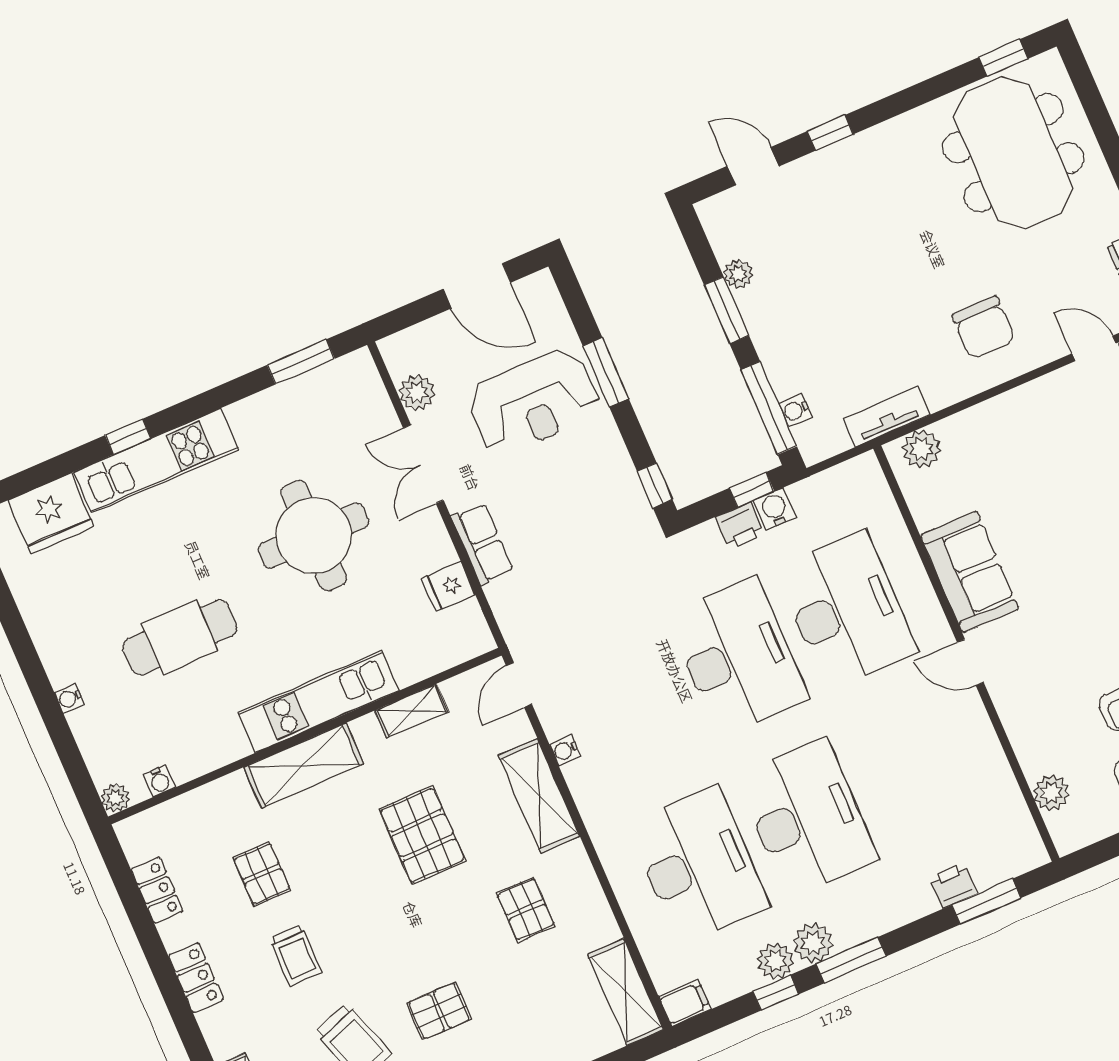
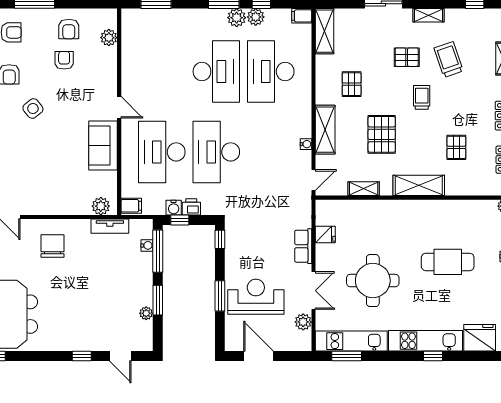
filing cabinet: (861, 476) -> (131, 206), added
kitchen unit: (318, 702) -> (351, 341), moved, turned 180
water cooler: (159, 781) -> (483, 205), removed
desk: (807, 818) -> (216, 72), turned 180
printer: (953, 885) -> (167, 16), removed
trolley: (296, 955) -> (422, 97), moved

